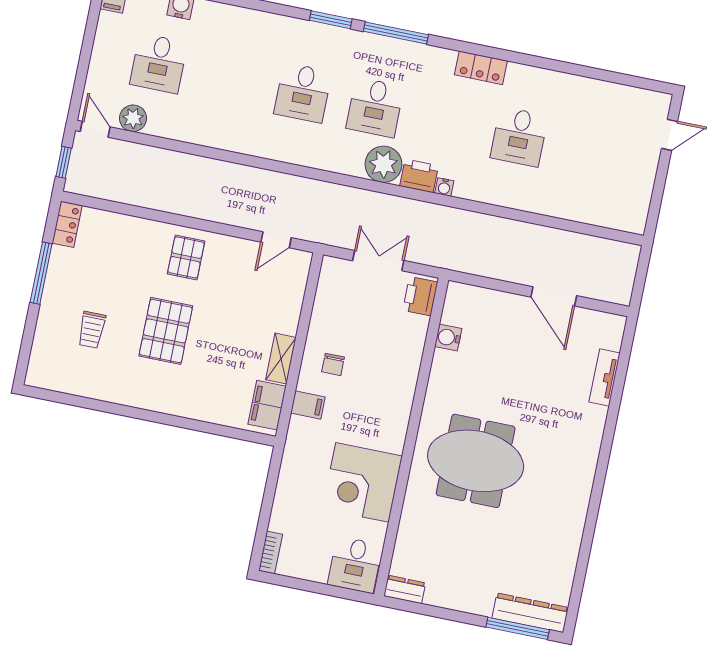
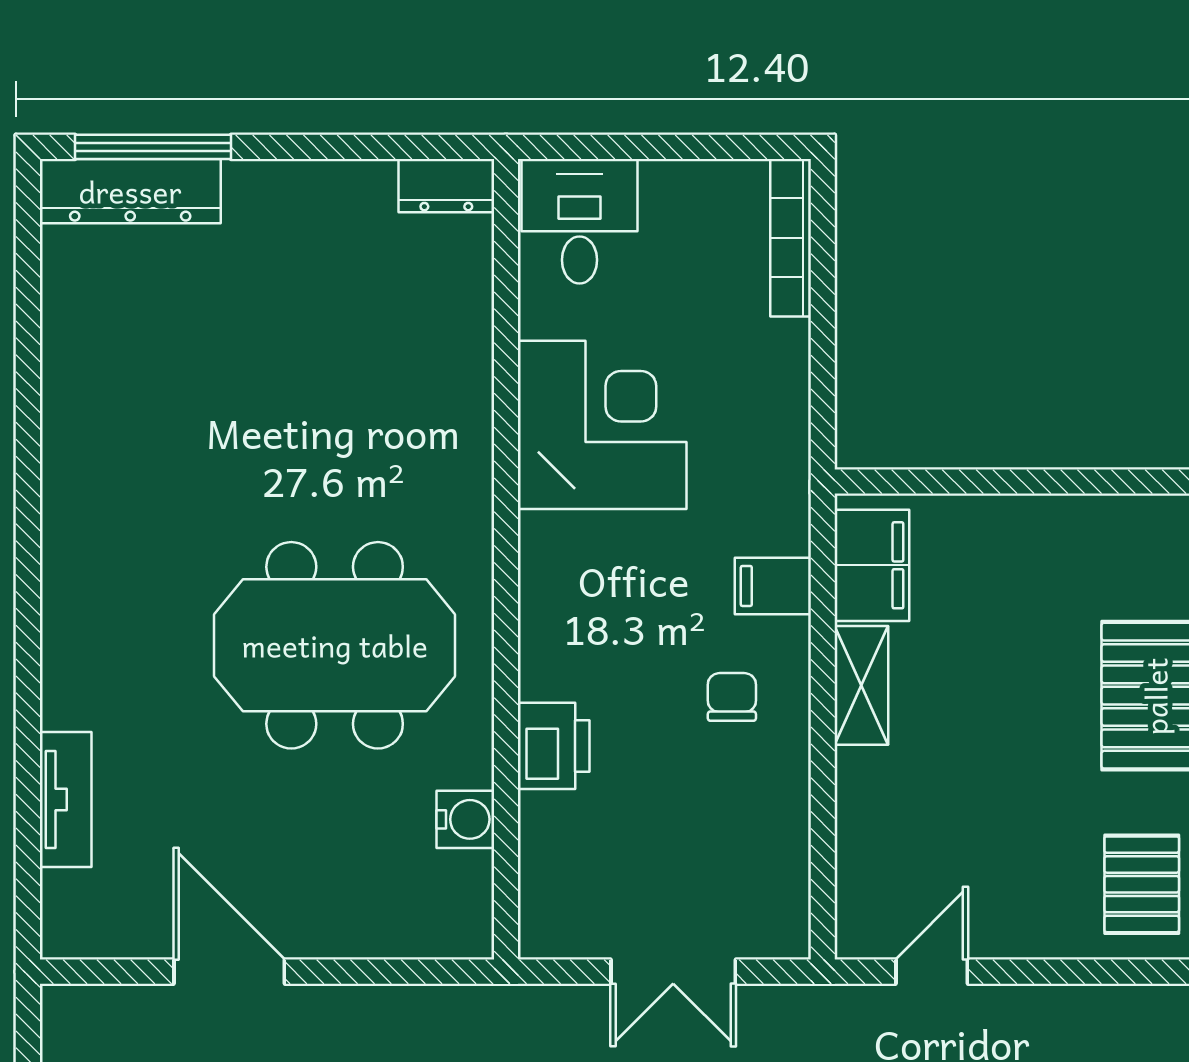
printer: (420, 296) -> (554, 746), moved
meeting table: (476, 461) -> (335, 645), moved
bookcase: (271, 552) -> (791, 238), width x1.56

